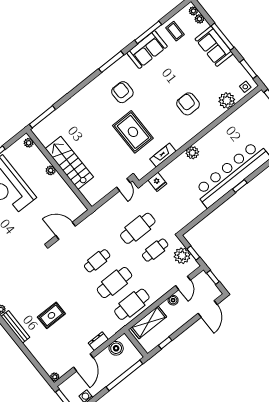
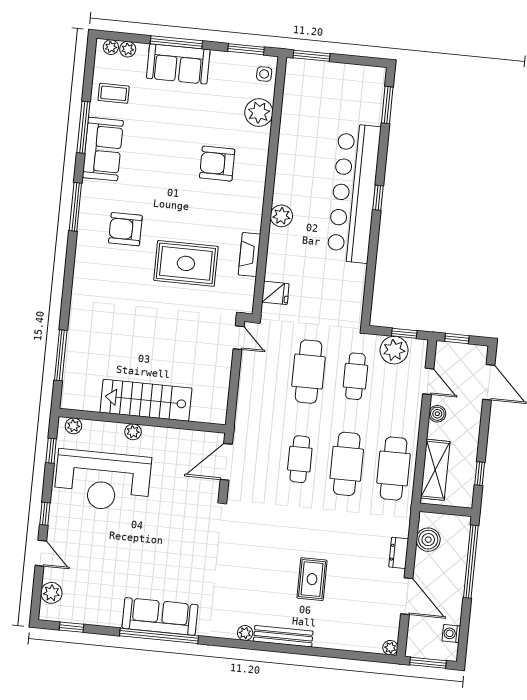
plant: (29, 143) -> (73, 426), moved
stairs: (69, 163) -> (146, 400), moved
plant: (51, 170) -> (133, 432), moved
wall: (59, 170) -> (142, 421), moved

